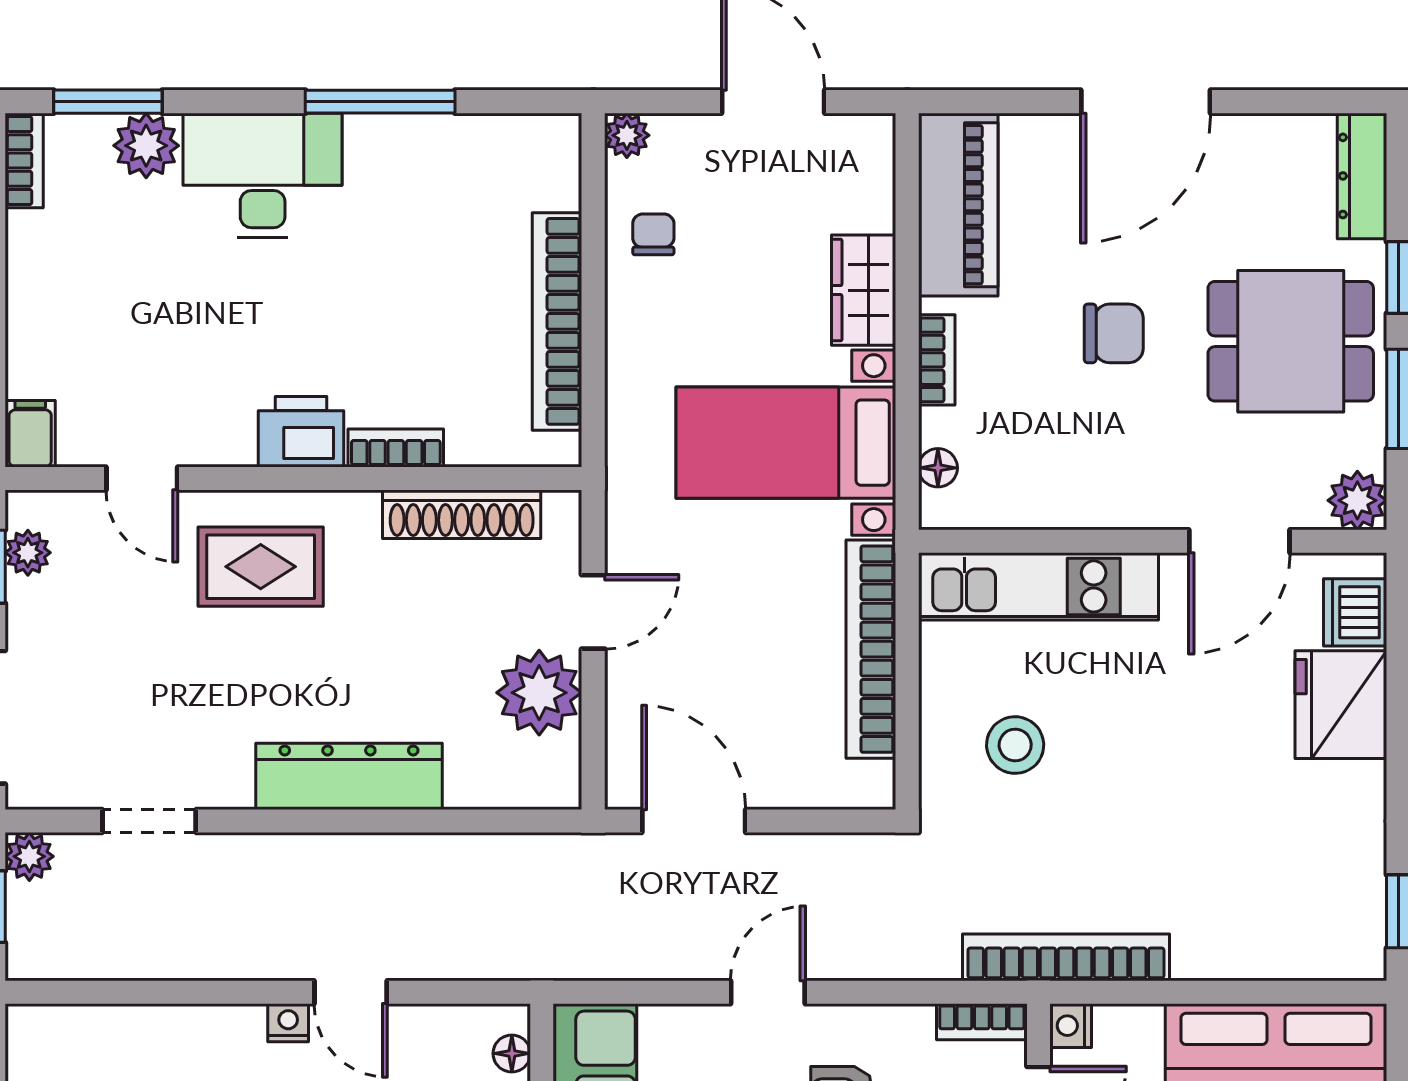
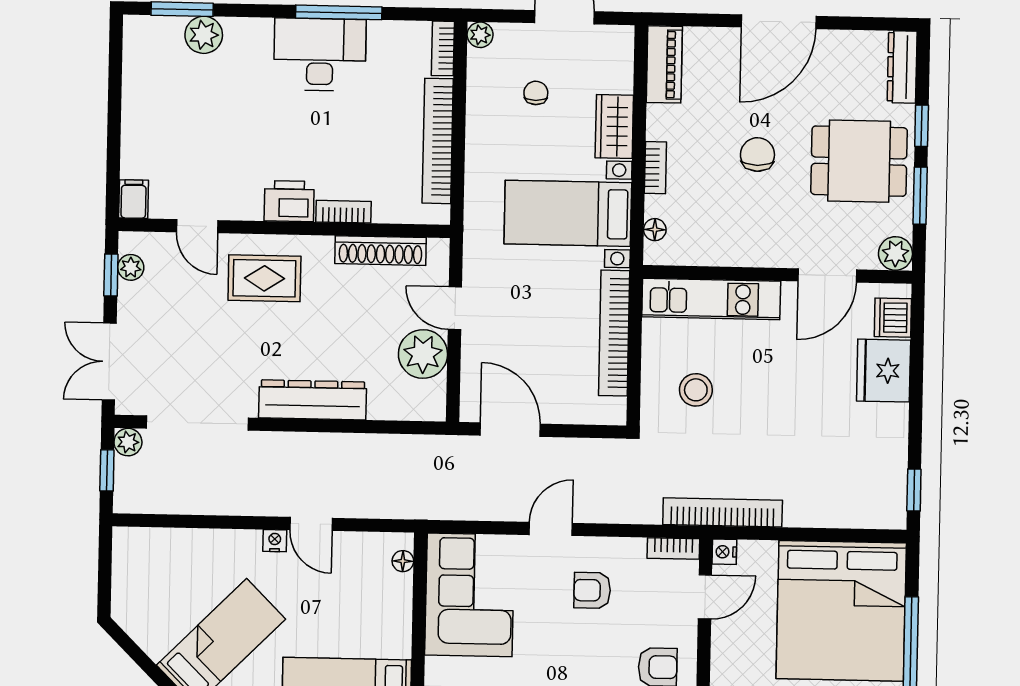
bookcase: (24, 161) -> (443, 48), moved, turned 180
desk: (263, 175) -> (320, 54), moved
piano: (958, 205) -> (664, 64), width x0.73, depth x0.75
chair: (653, 234) -> (536, 93), moved
chair: (1114, 333) -> (757, 154), turned -90
door: (593, 612) -> (455, 308), swing flipped
doorway: (149, 821) -> (197, 423), width x1.87

